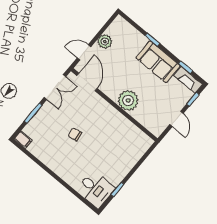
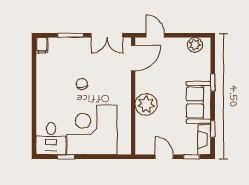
plant: (105, 42) -> (195, 45), moved
door: (176, 119) -> (164, 157), swing flipped
corner desk: (114, 154) -> (92, 130), added

